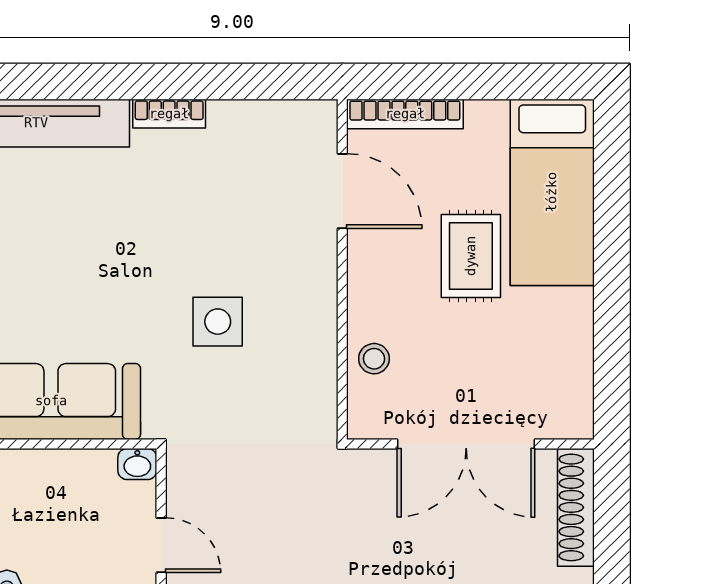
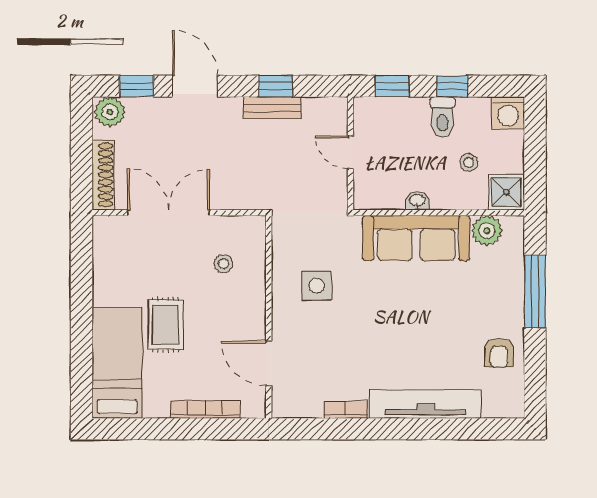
door: (342, 191) -> (269, 364), moved
wall: (342, 269) -> (269, 317), moved
washbasin: (137, 464) -> (417, 201), moved

